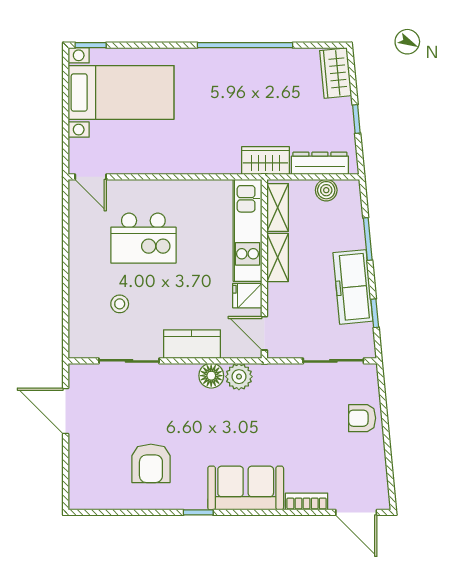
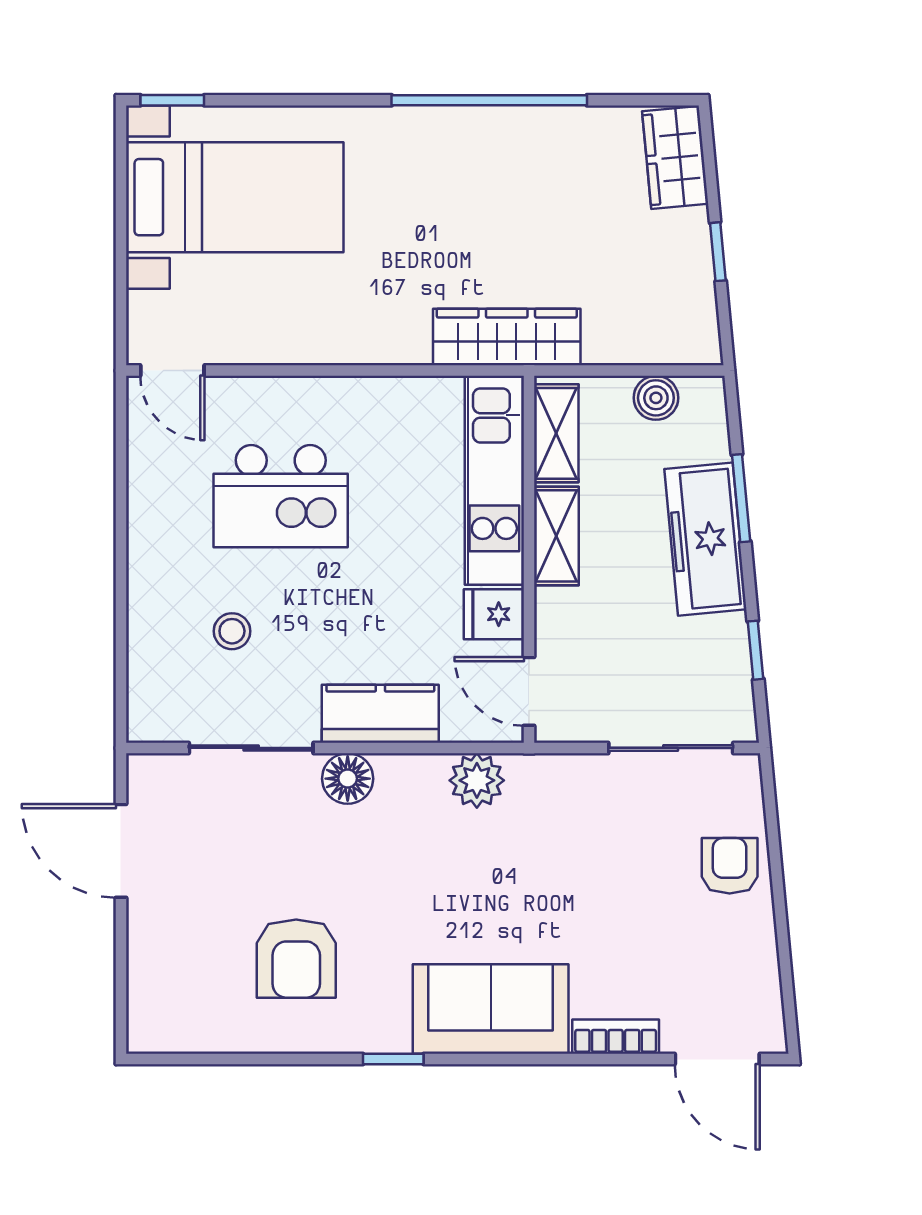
wardrobe: (265, 161) -> (507, 337), width x1.50
dresser: (320, 163) -> (643, 343), removed
freezer: (353, 287) -> (705, 539), moved
floor lamp: (211, 376) -> (348, 779), moved
armchair: (362, 418) -> (730, 866), turned 90

